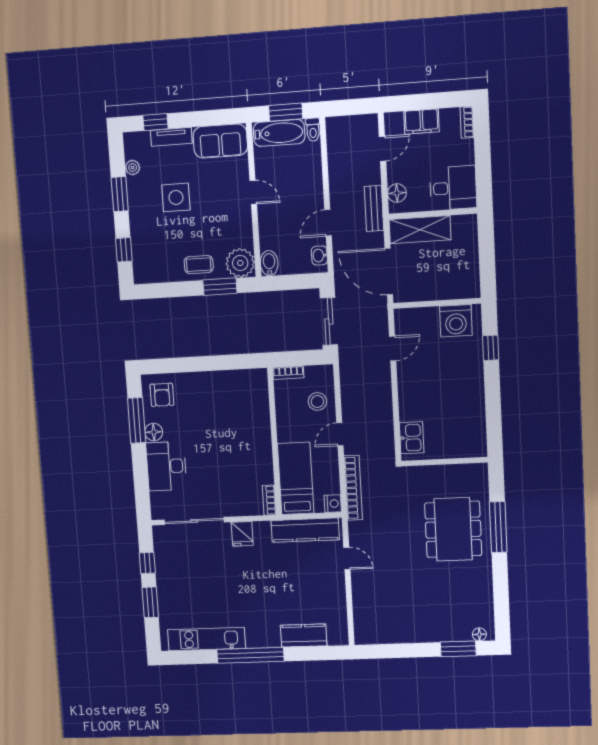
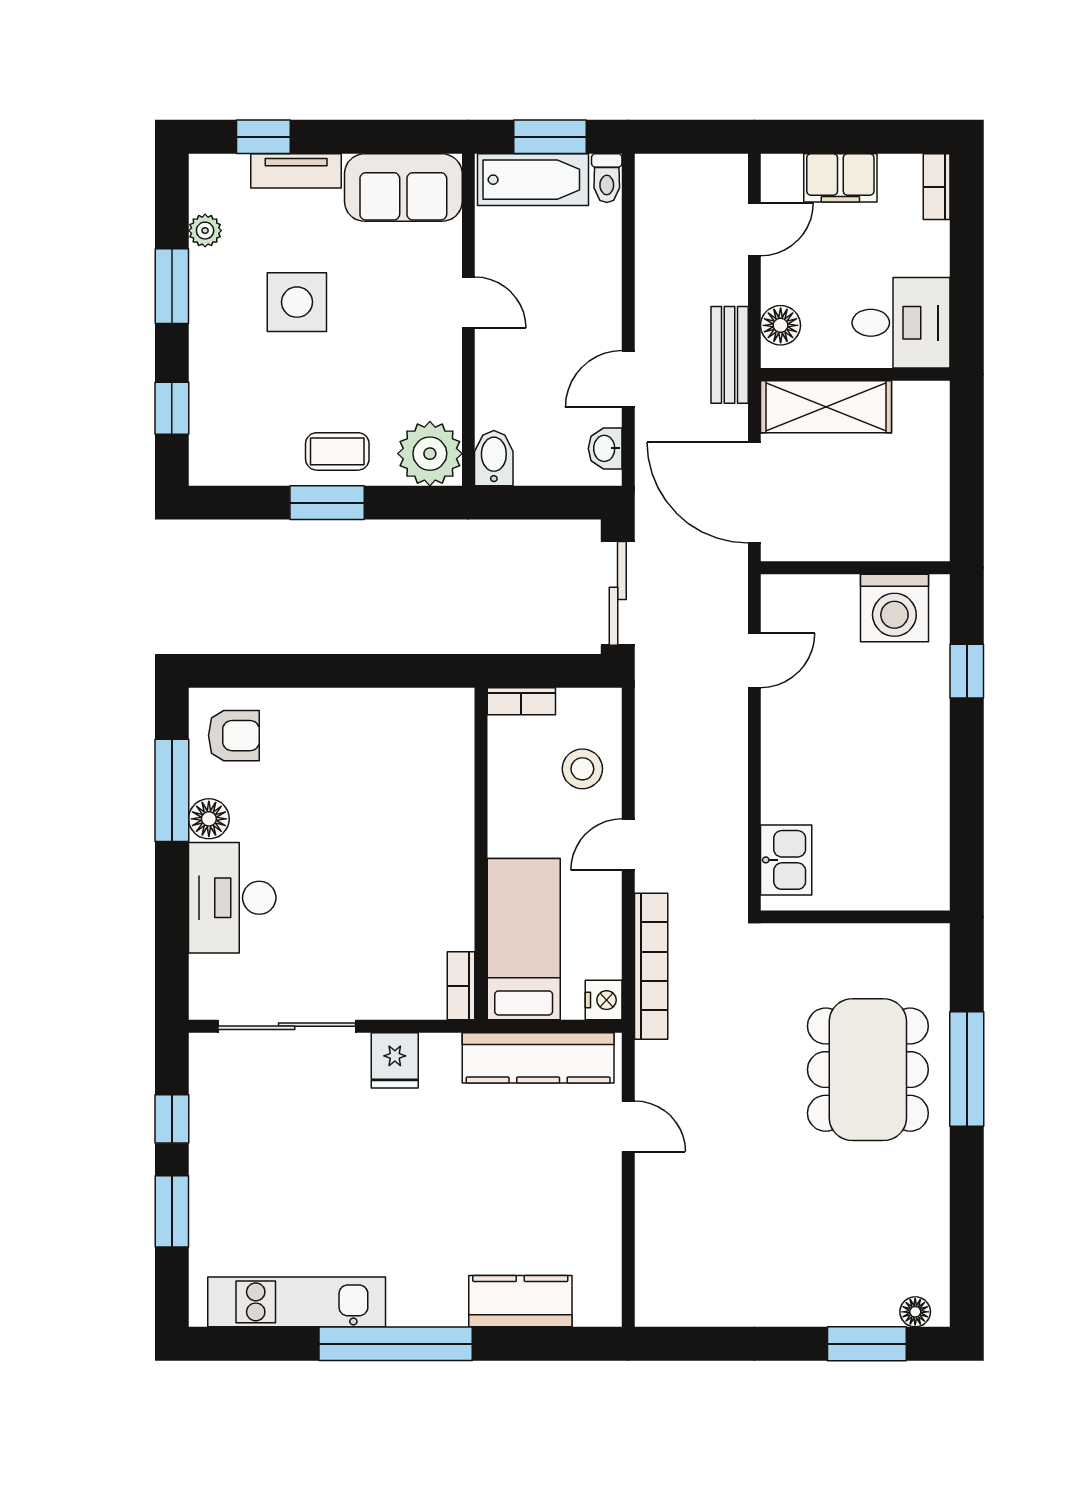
window: (220, 287) -> (327, 503), moved
armchair: (162, 395) -> (234, 736), turned -90

